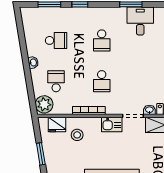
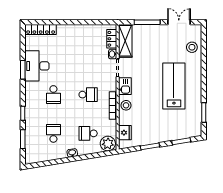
desk: (140, 21) -> (37, 66), width x1.37
school desk: (102, 40) -> (53, 95), turned 90
stool: (77, 135) -> (126, 105), moved

